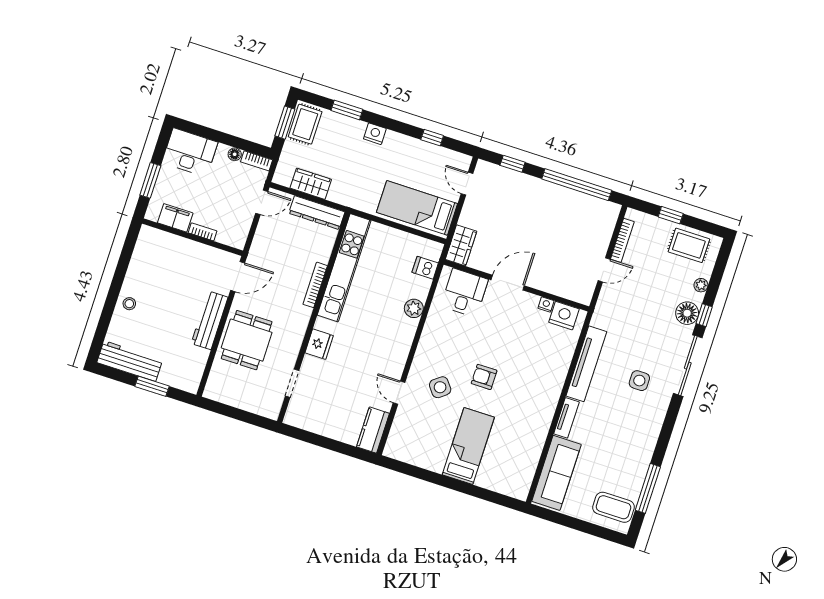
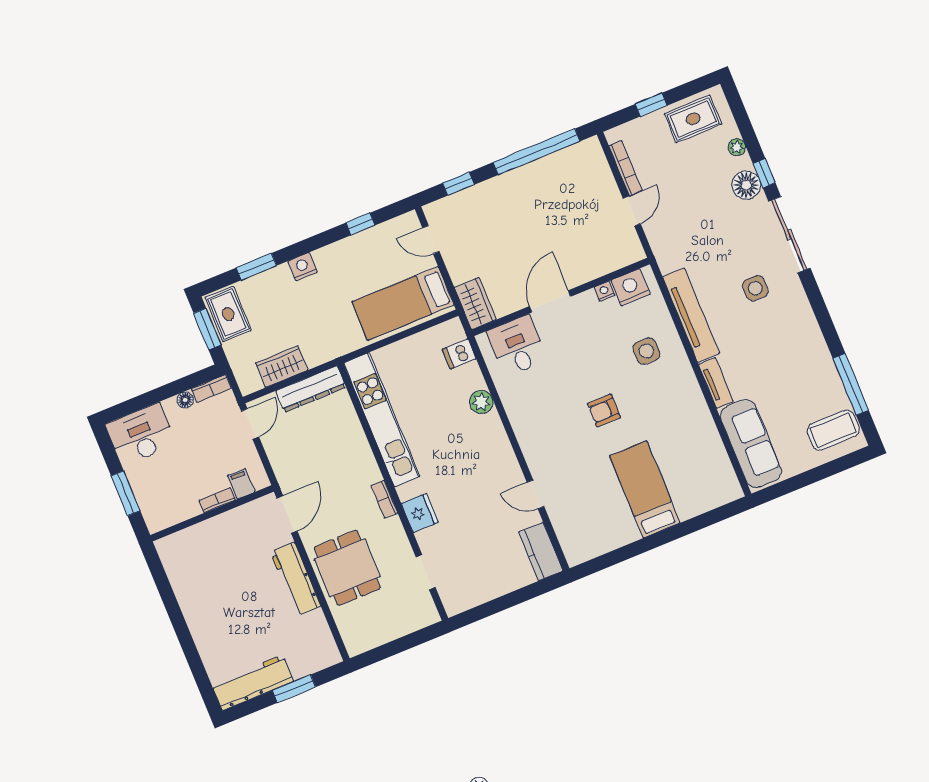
filing cabinet: (175, 218) -> (241, 484), moved, width x0.50
bookcase: (315, 285) -> (384, 499), moved, width x0.64
stool: (129, 304) -> (206, 628), removed
side table: (440, 387) -> (646, 351), moved, turned 38

